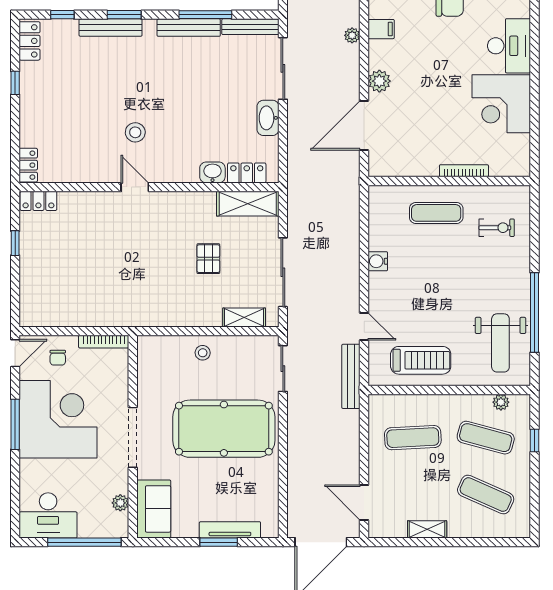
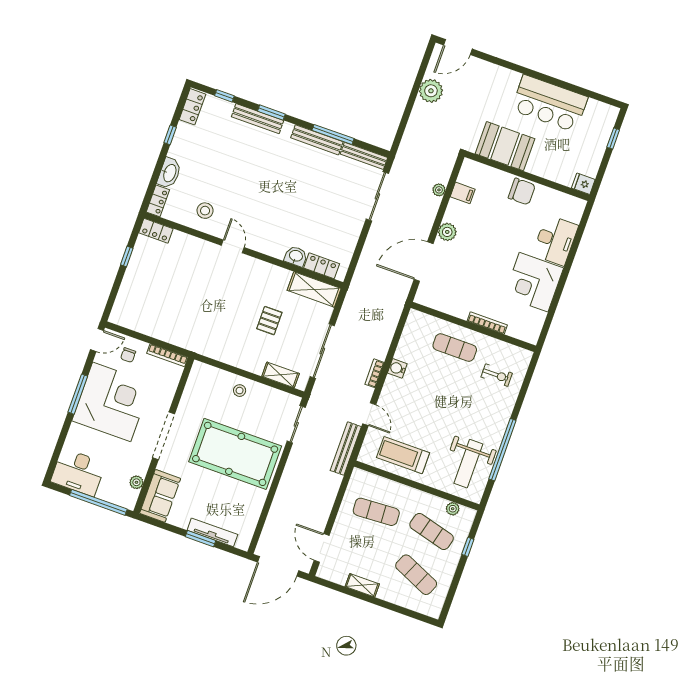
washbasin: (268, 118) -> (169, 173), moved, turned 180
stool: (135, 132) -> (205, 211), moved
bookcase: (353, 276) -> (375, 373), added
treadmill: (421, 360) -> (403, 455), turned 180

